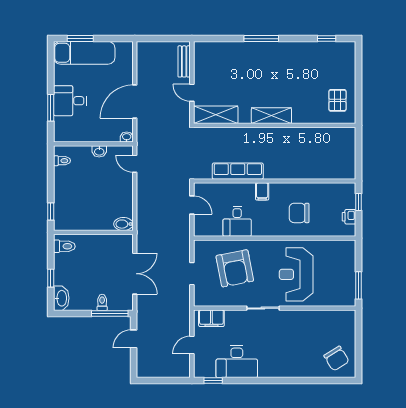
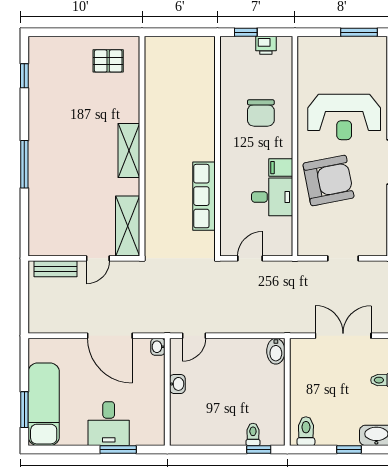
toilet: (62, 161) -> (253, 434), moved
filing cabinet: (262, 191) -> (281, 168), moved, turned 180
armchair: (235, 268) -> (329, 181), moved

